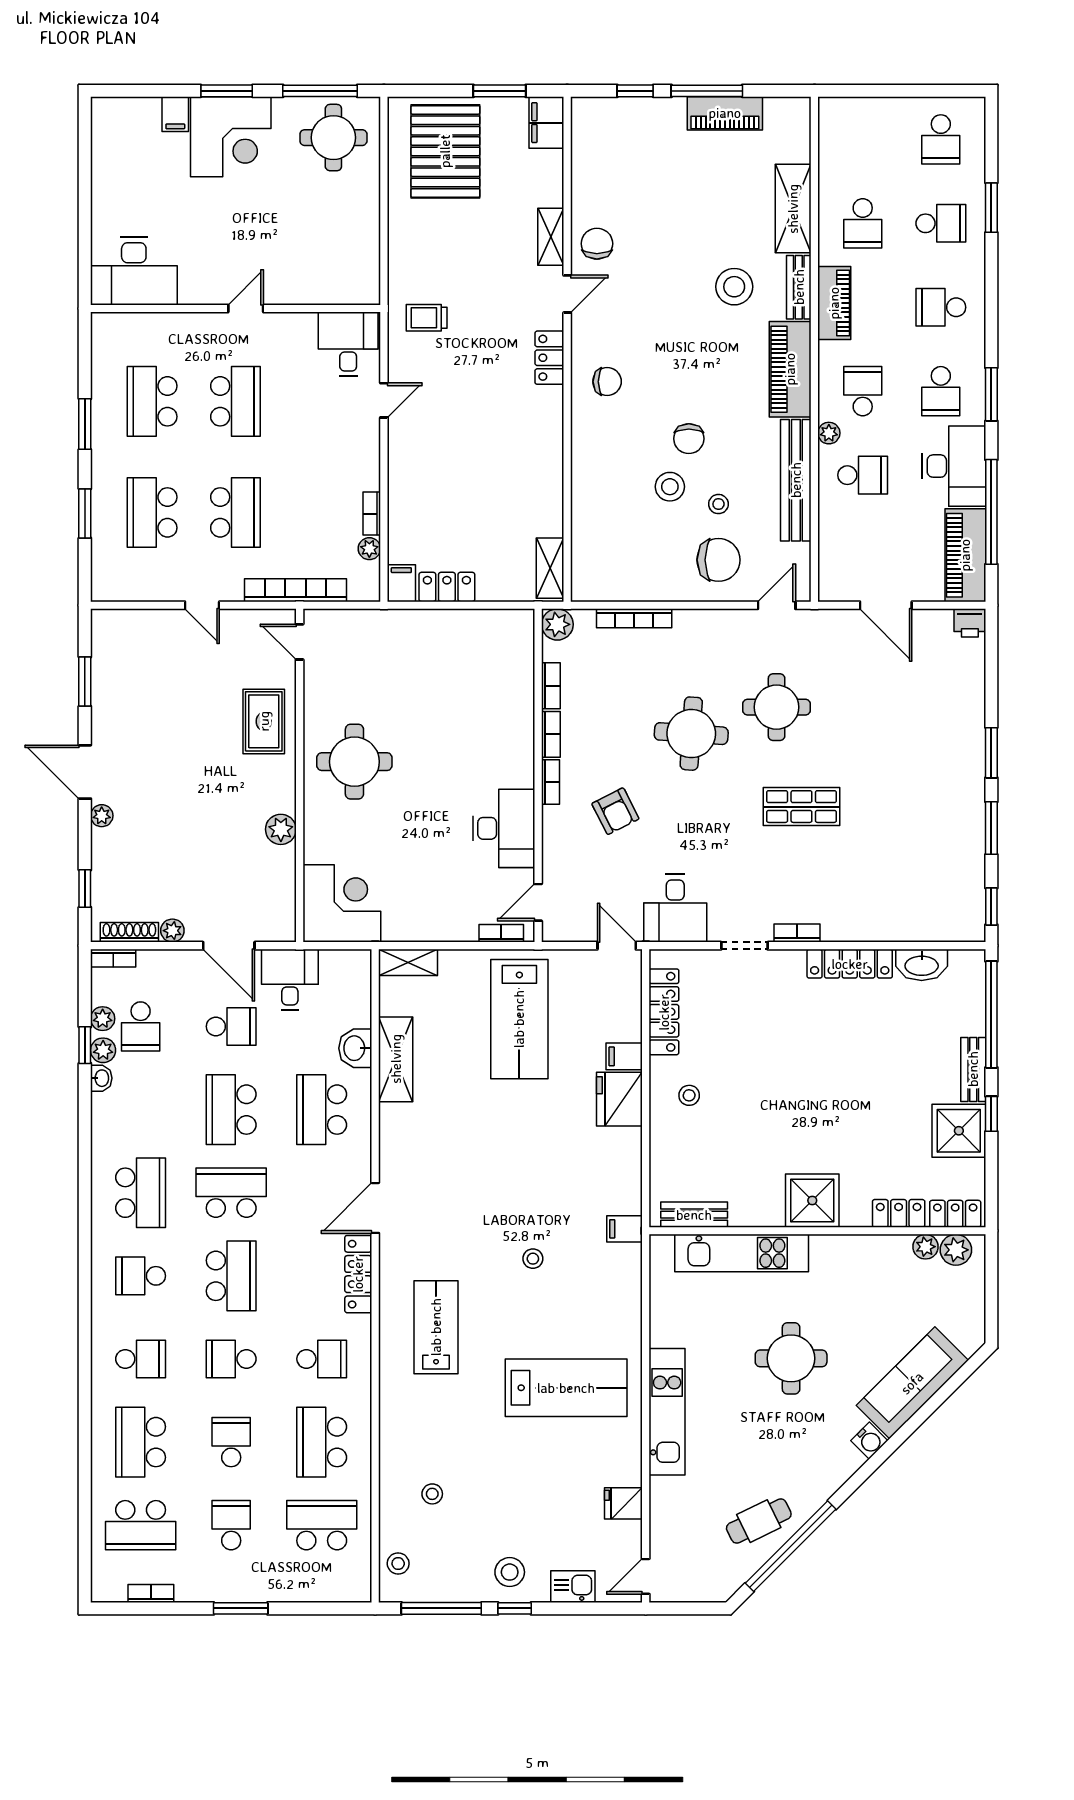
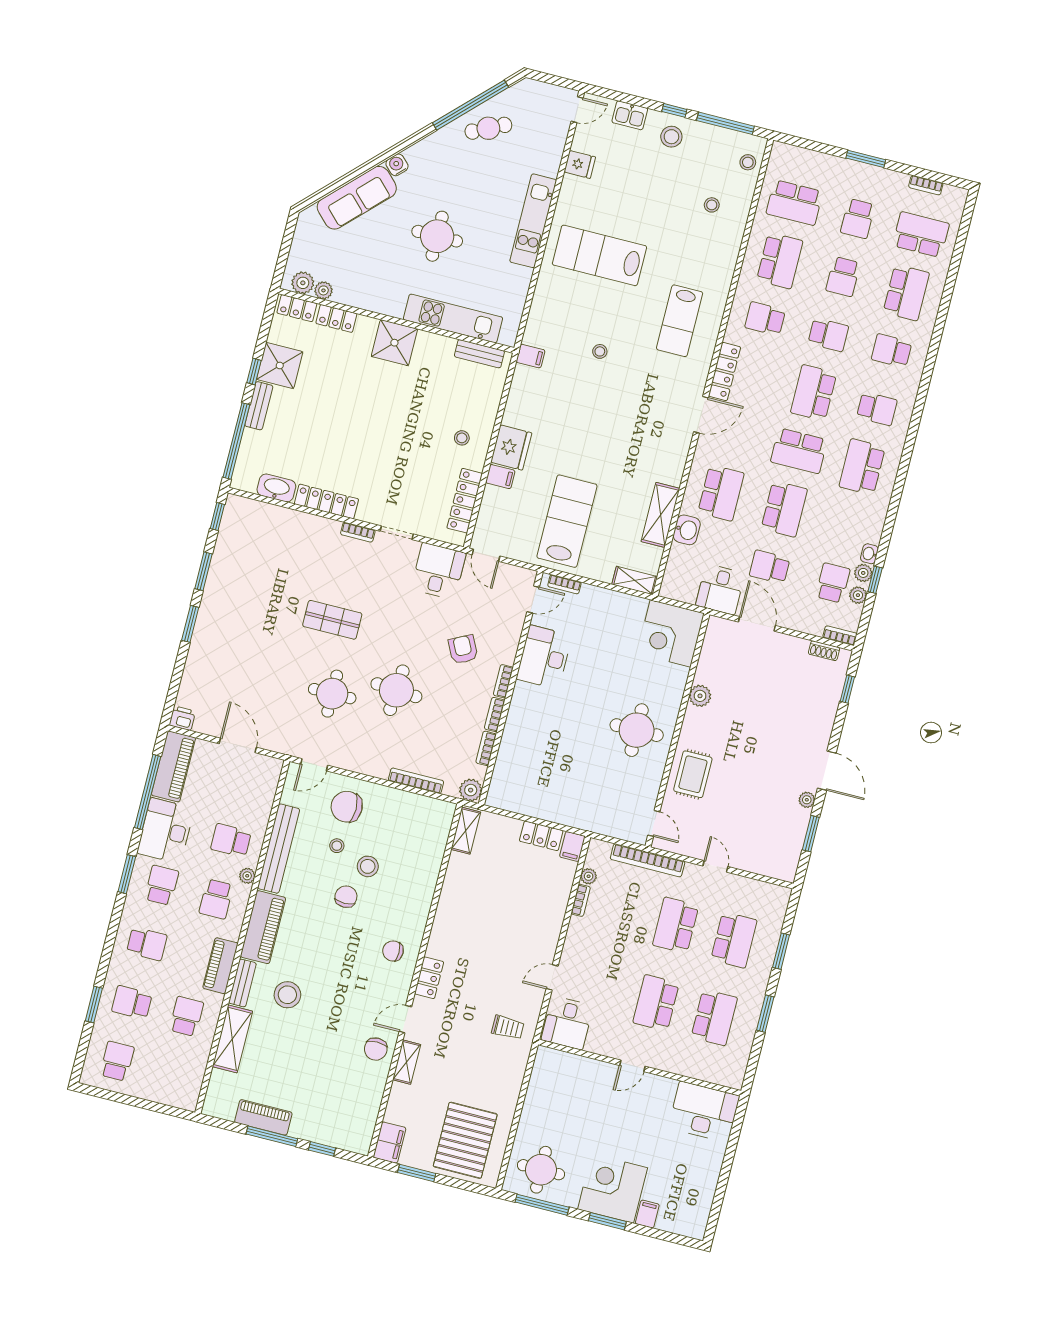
plant: (102, 816) -> (807, 800), moved
plant: (172, 931) -> (794, 644), removed
shoe rack: (129, 932) -> (824, 651), width x0.70

